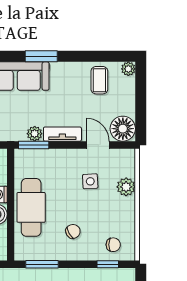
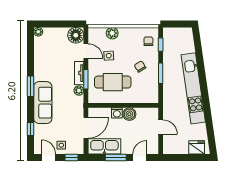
coffee table: (99, 80) -> (45, 50), removed
window: (34, 145) -> (86, 79), moved
door: (98, 145) -> (86, 51), swing flipped
cafe table: (31, 207) -> (113, 82), moved
window: (42, 264) -> (161, 73), moved

